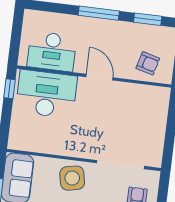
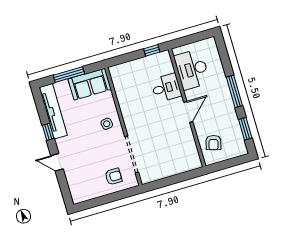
desk: (46, 94) -> (166, 88), width x0.53, depth x0.77
side table: (72, 178) -> (107, 124), width x0.54, depth x0.54

